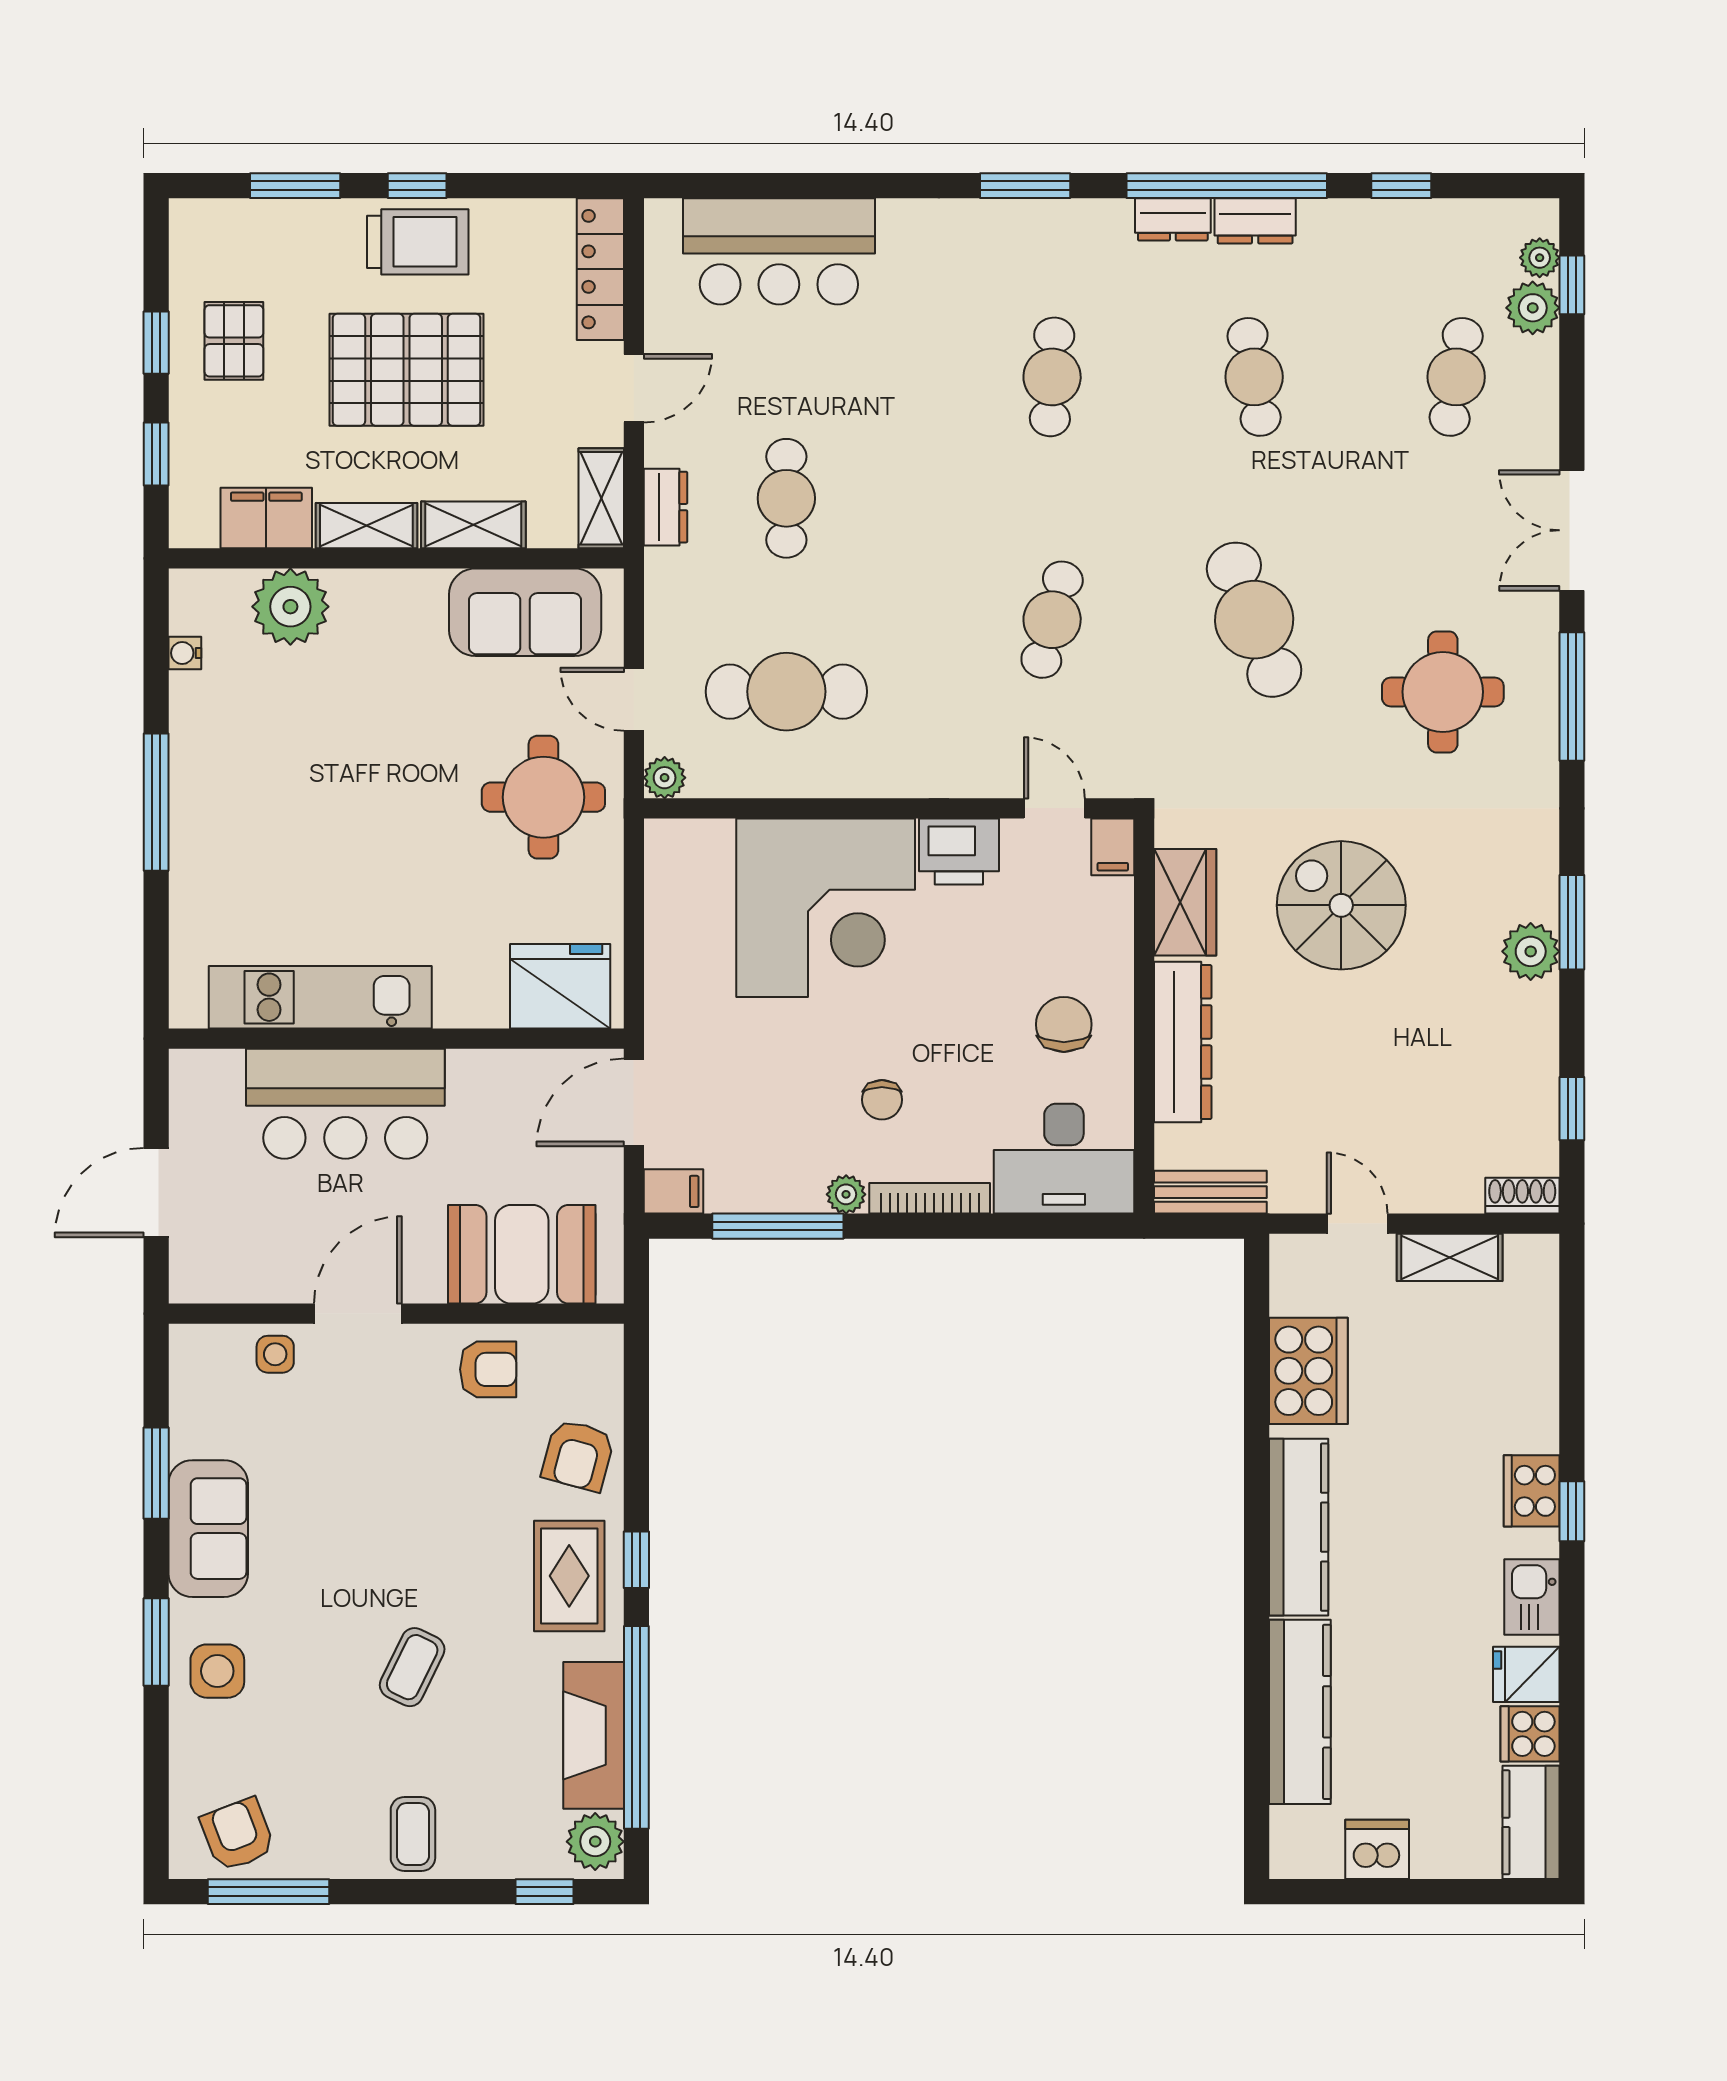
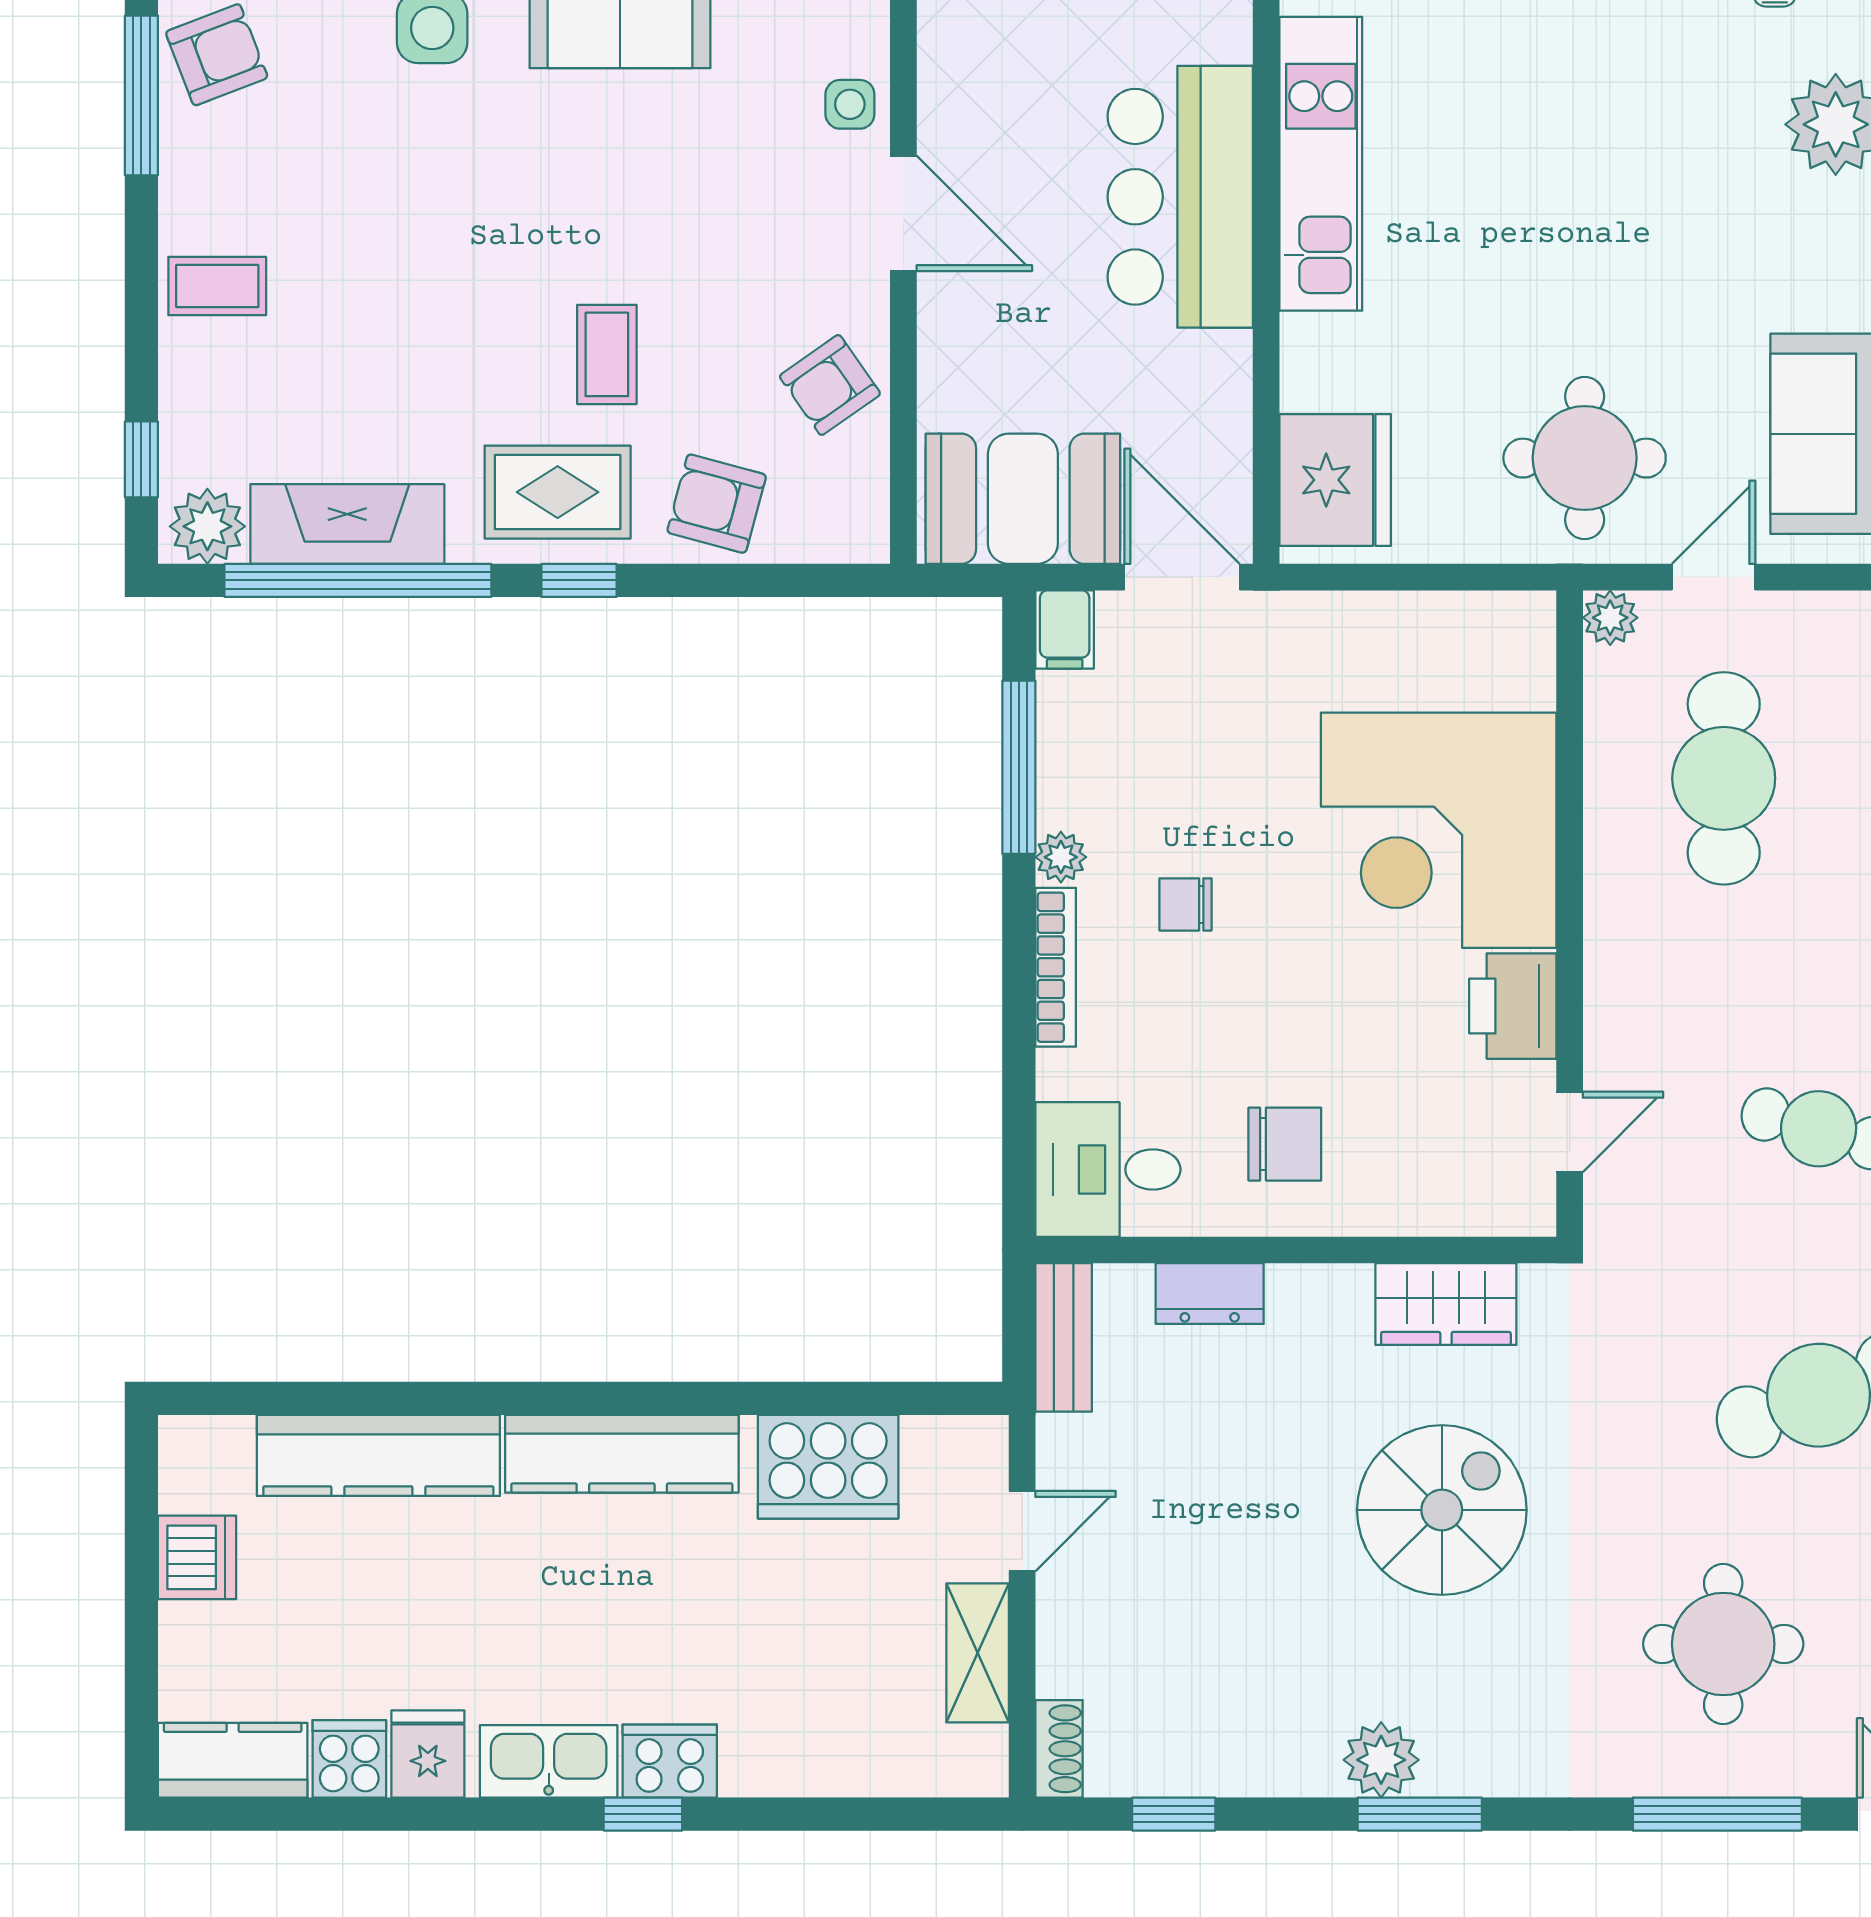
filing cabinet: (1113, 847) -> (1519, 1209), removed
dresser: (1183, 1042) -> (1210, 1294), width x0.51, depth x0.80
desk: (1064, 1159) -> (1108, 1169), width x0.73
booth: (522, 1254) -> (1023, 499), moved, turned 90
armchair: (488, 1369) -> (830, 385), turned 55
kitchen sink: (1532, 1597) -> (549, 1761), width x1.38
coffee table: (412, 1667) -> (607, 354), moved, turned 64

